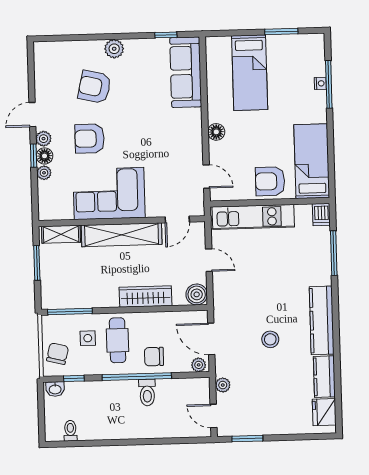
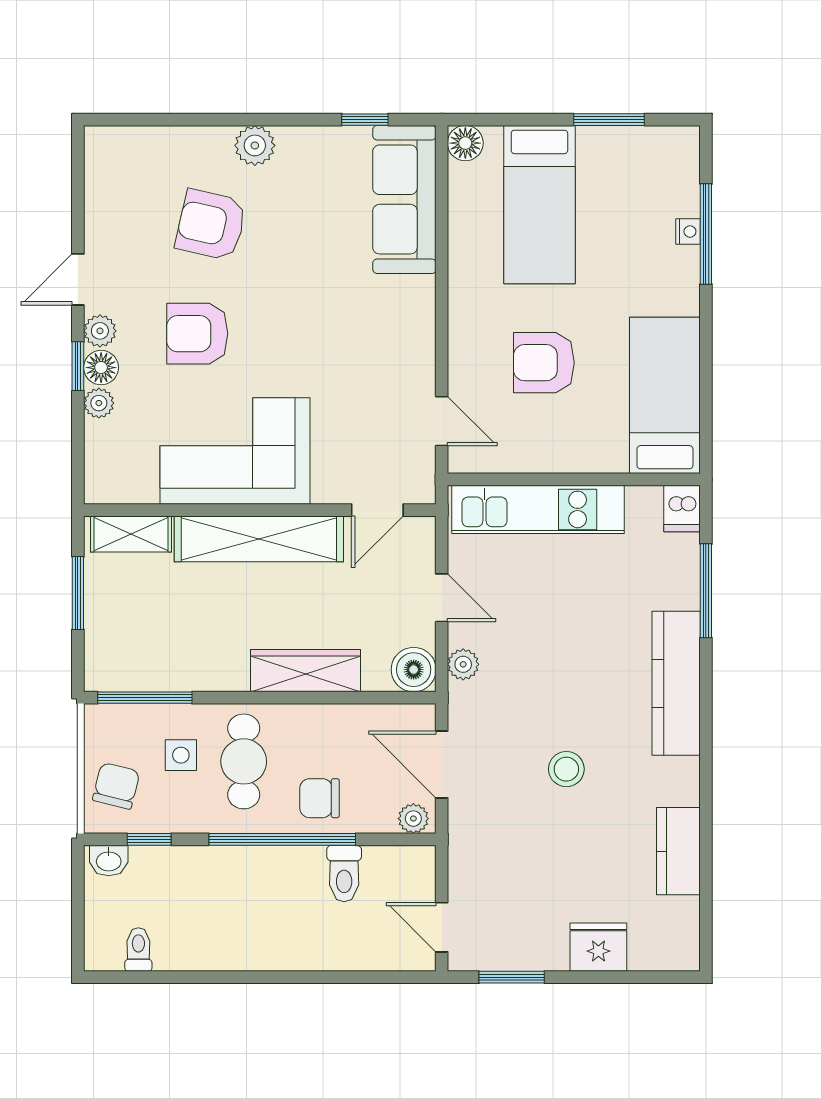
floor lamp: (216, 132) -> (465, 143), moved
armchair: (270, 181) -> (544, 363), moved
kitchen counter: (322, 320) -> (676, 683), moved
plant: (223, 385) -> (463, 664), moved
toilet: (147, 392) -> (344, 873), moved
fridge: (324, 412) -> (598, 947), moved, turned 90

